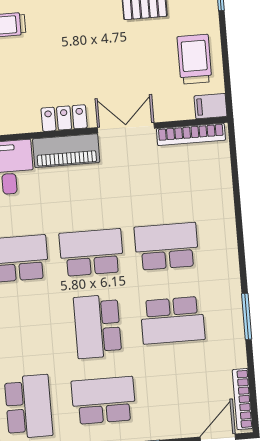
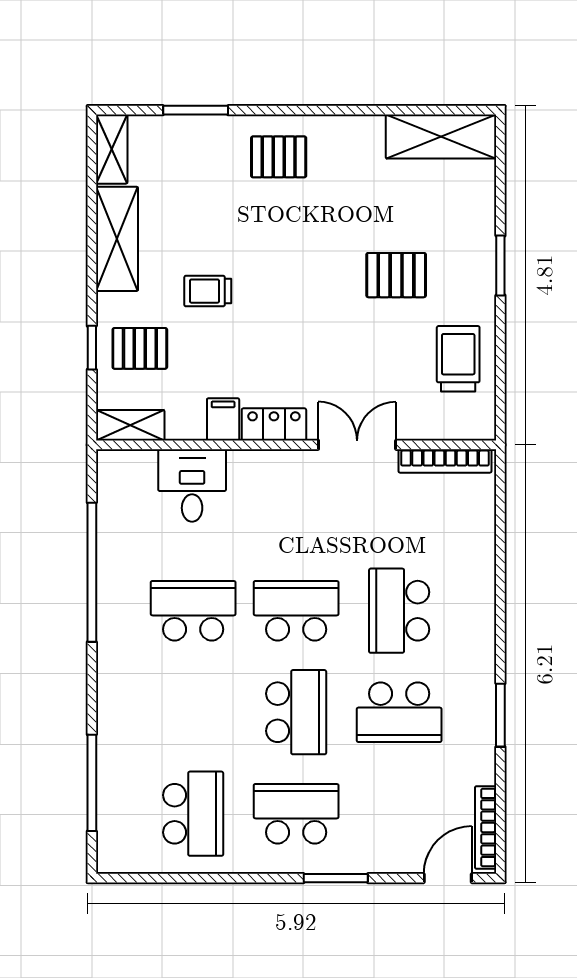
filing cabinet: (211, 106) -> (223, 419), moved, turned 90
piano: (66, 151) -> (273, 469), removed
school desk: (166, 246) -> (399, 611), turned -90
school desk: (98, 326) -> (296, 712), turned 180

